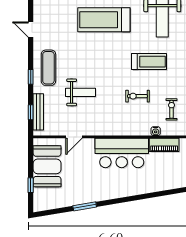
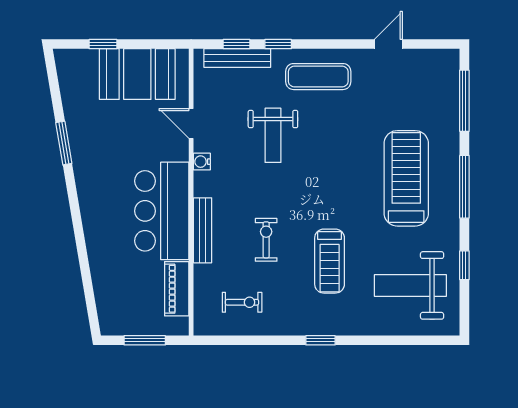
window: (31, 77) -> (278, 44), moved
bench: (132, 131) -> (203, 230), added
water cooler: (156, 131) -> (202, 162), moved

